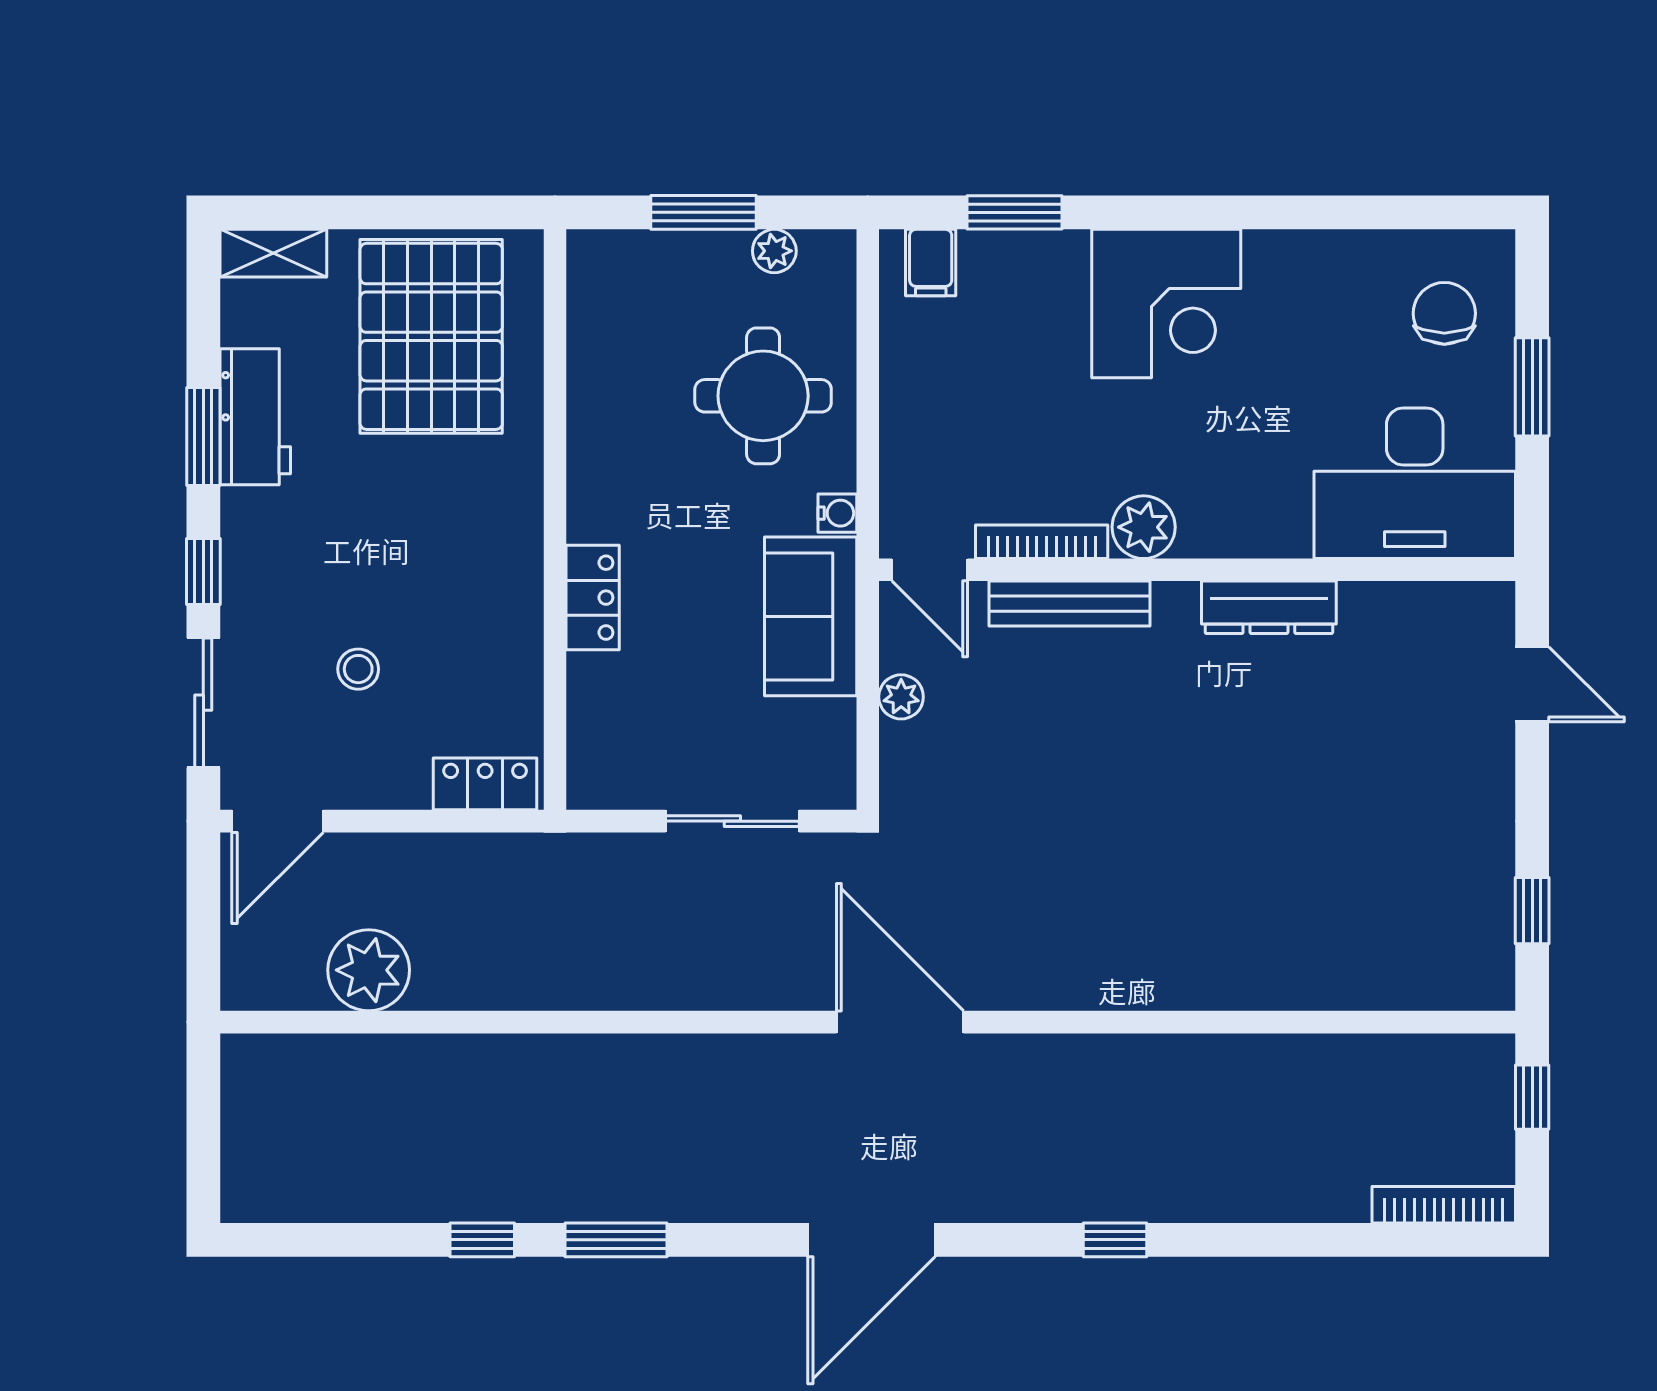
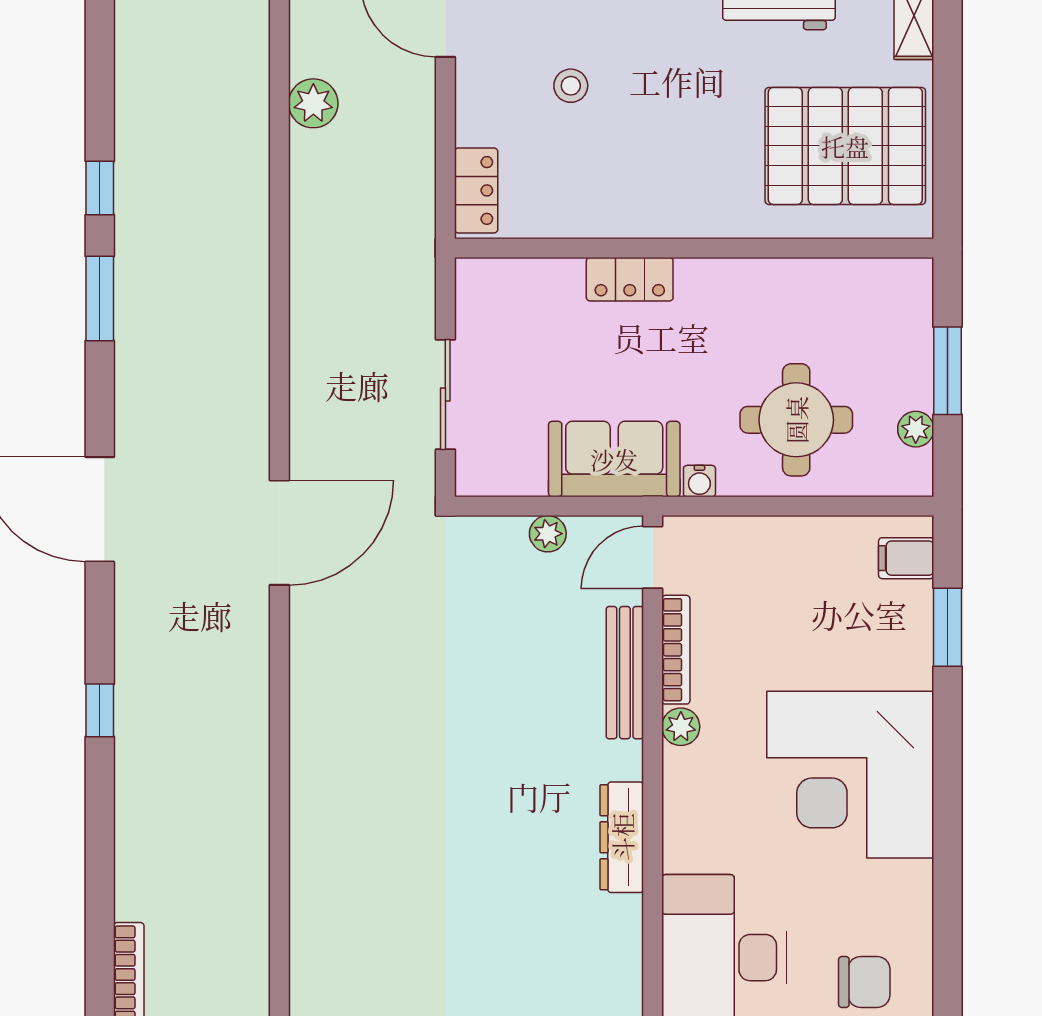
corner desk: (1166, 304) -> (850, 775), width x1.36, depth x1.36
plant: (1144, 527) -> (681, 727), width x0.73, depth x0.73
plant: (369, 970) -> (313, 103), width x0.73, depth x0.73

